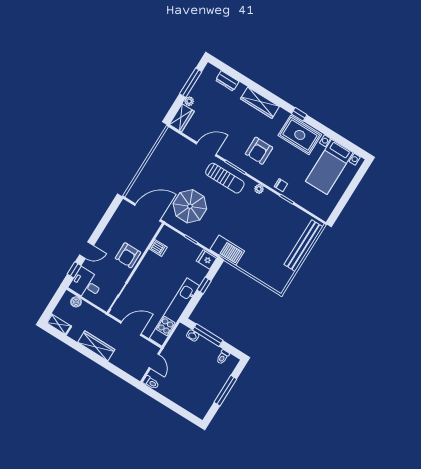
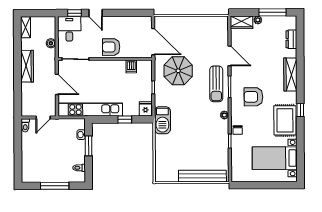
boiler: (76, 302) -> (51, 43), moved
window: (208, 335) -> (88, 146), width x0.69

